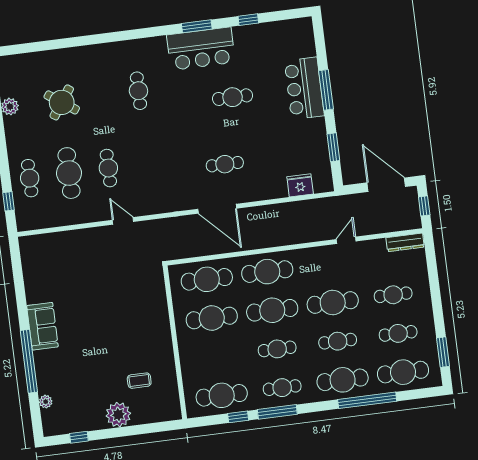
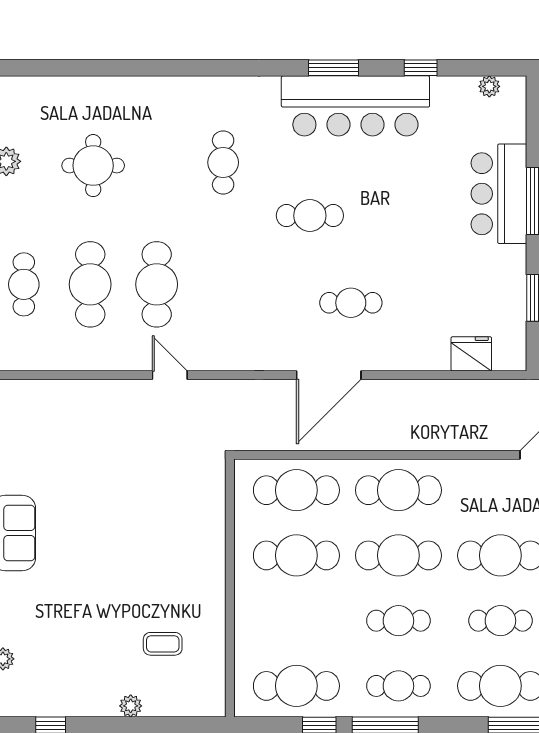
plant: (290, 25) -> (489, 86), added
bar counter: (201, 49) -> (355, 106), width x1.36
cafe table: (233, 97) -> (310, 216), moved
round table: (62, 102) -> (93, 166), turned -35
cafe table: (108, 168) -> (157, 284), width x1.37, depth x1.35
door: (217, 209) -> (329, 375), hinge flipped
plant: (118, 415) -> (131, 706), width x0.53, depth x0.53

